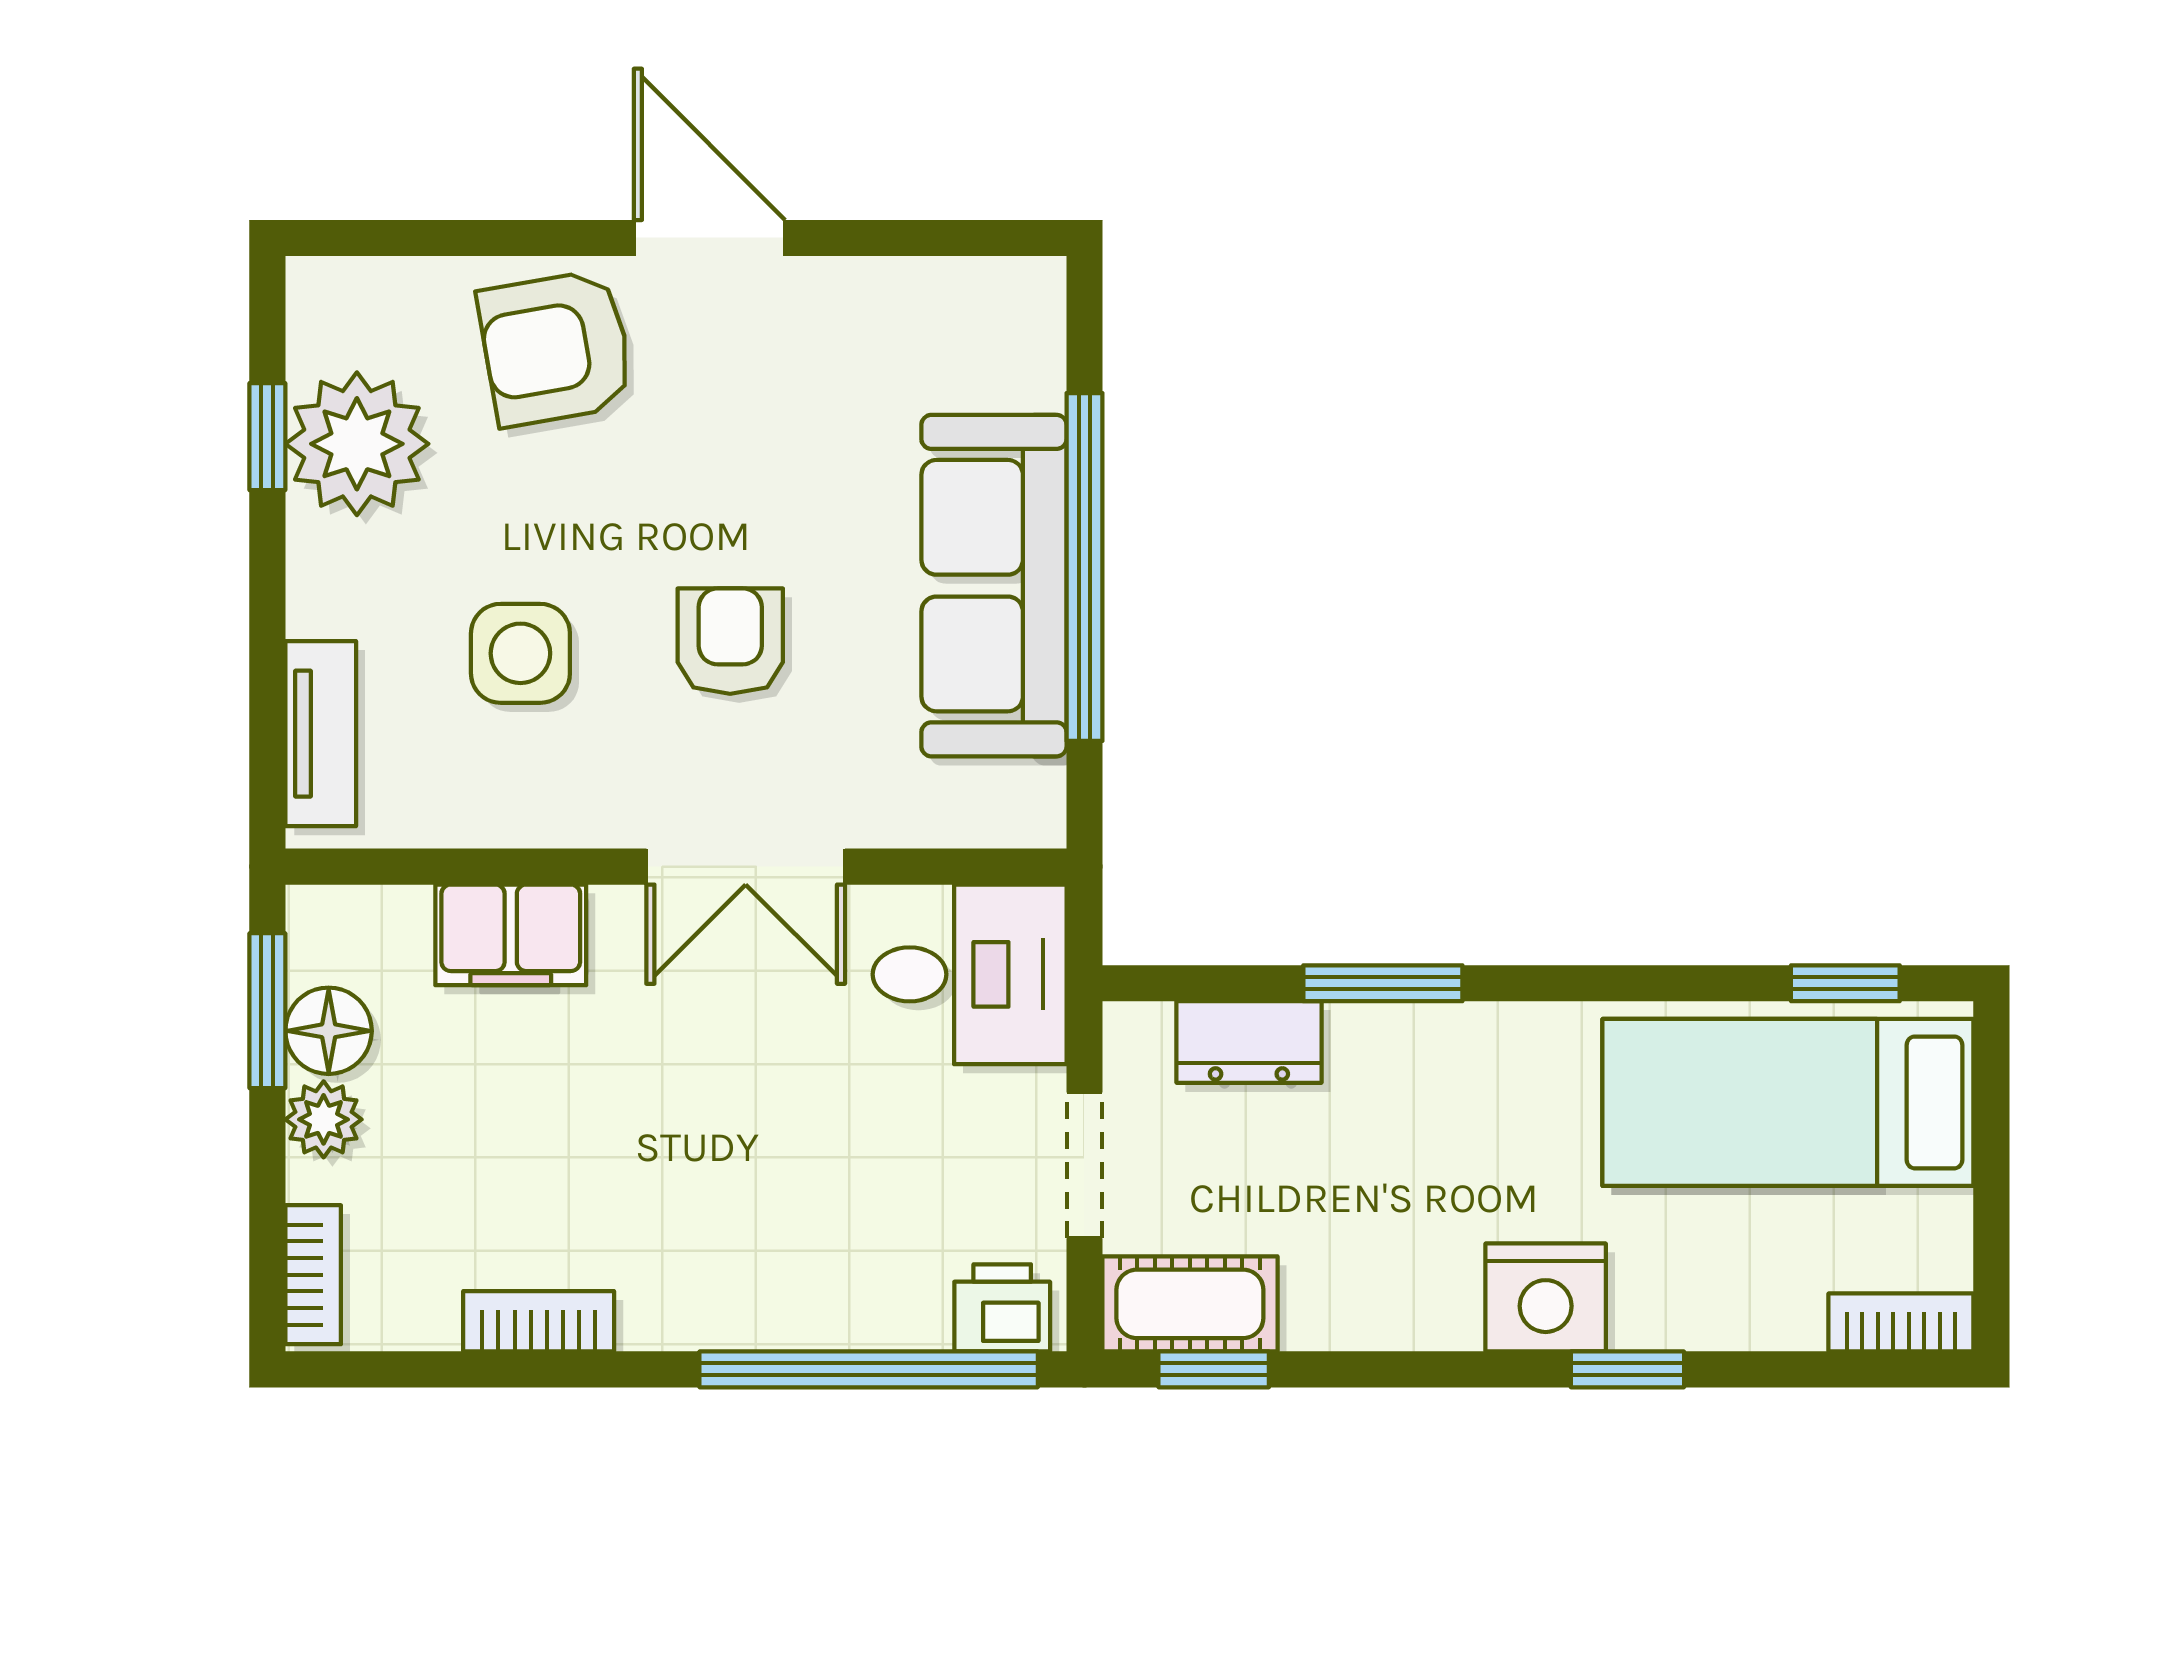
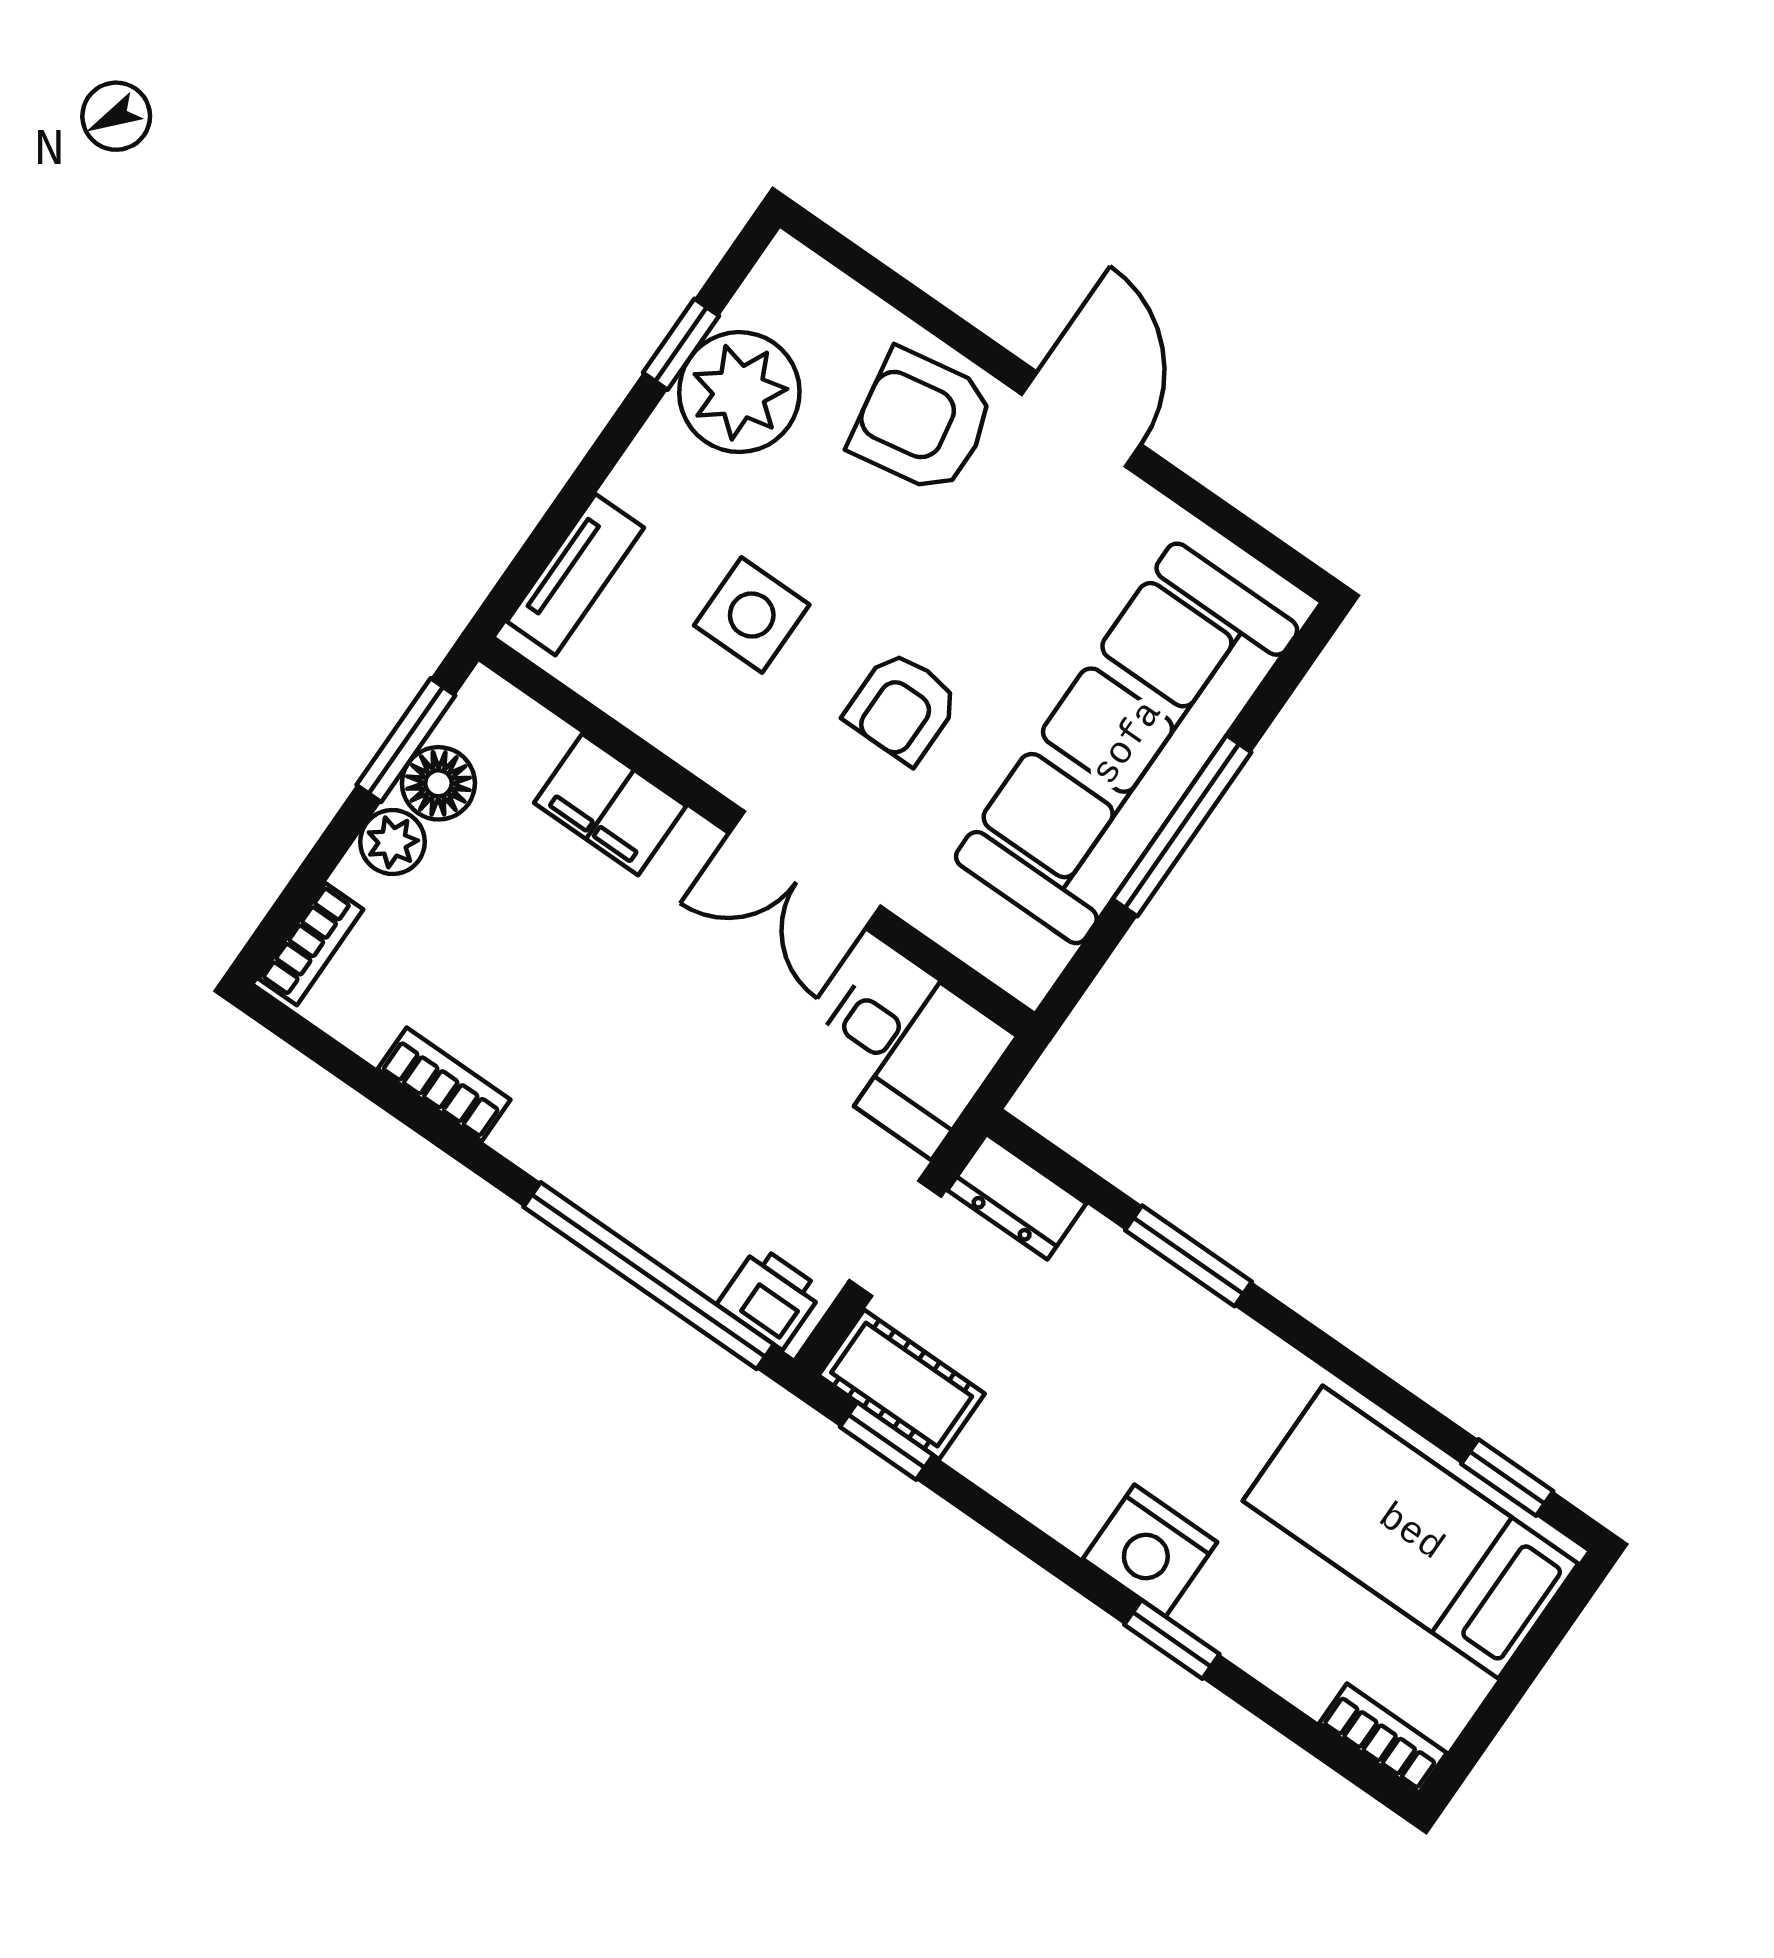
window: (1084, 567) -> (1182, 826), width x0.68
sofa: (994, 586) -> (1127, 743), width x1.36, depth x1.27
armchair: (730, 641) -> (902, 707), turned 180
dresser: (1249, 1042) -> (1017, 1197), moved

